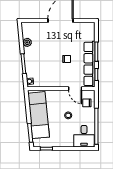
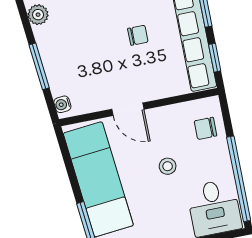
door: (75, 89) -> (128, 109), moved

